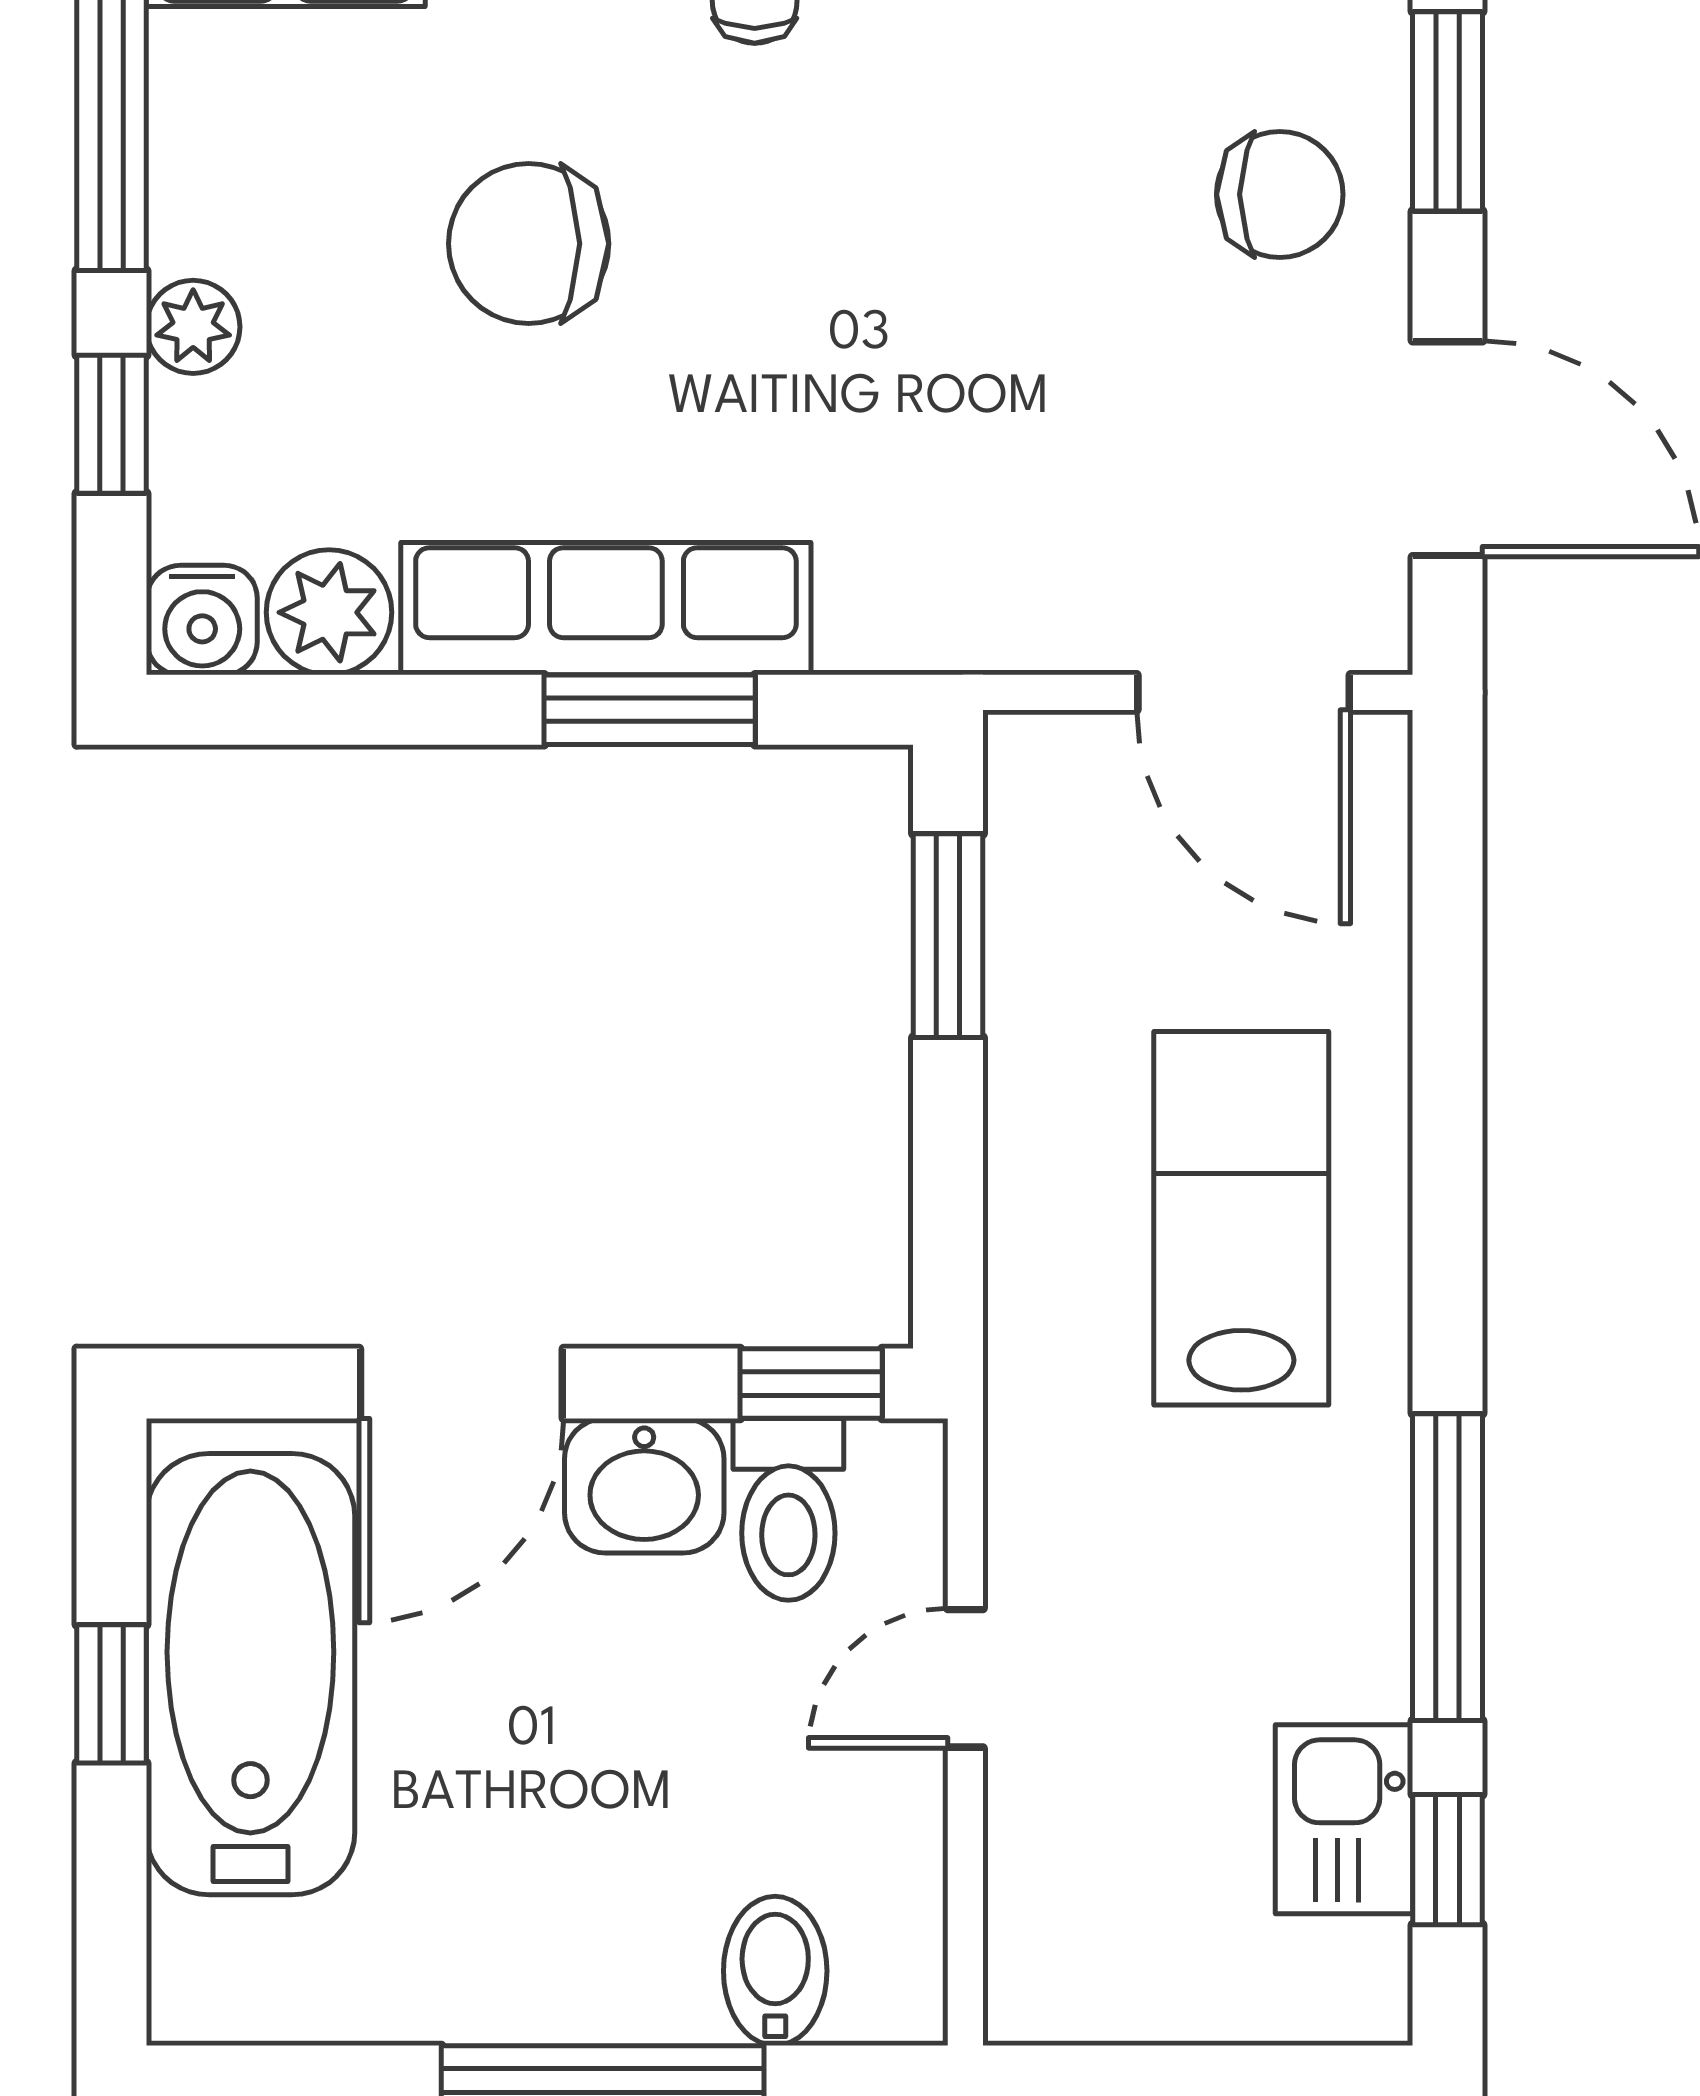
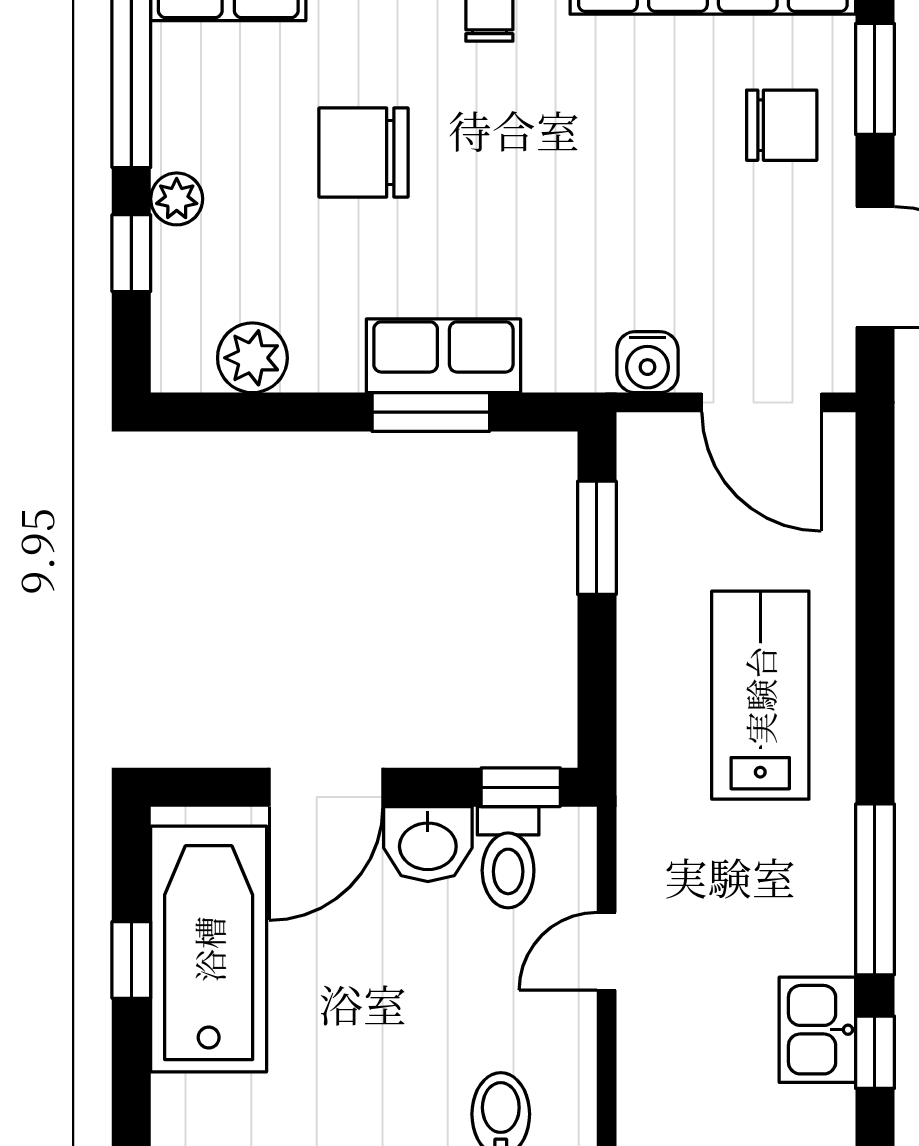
row of seats: (606, 609) -> (443, 356), width x0.68
water cooler: (202, 620) -> (648, 362), moved

